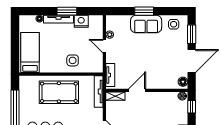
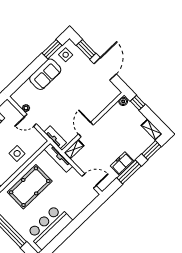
window: (144, 11) -> (52, 49), moved
floor lamp: (183, 82) -> (113, 90), removed

